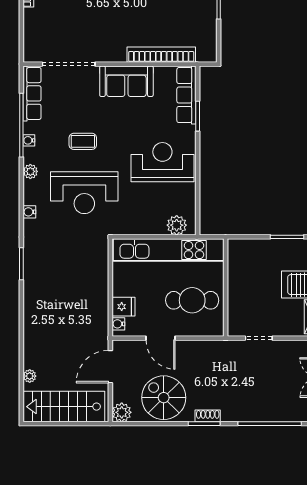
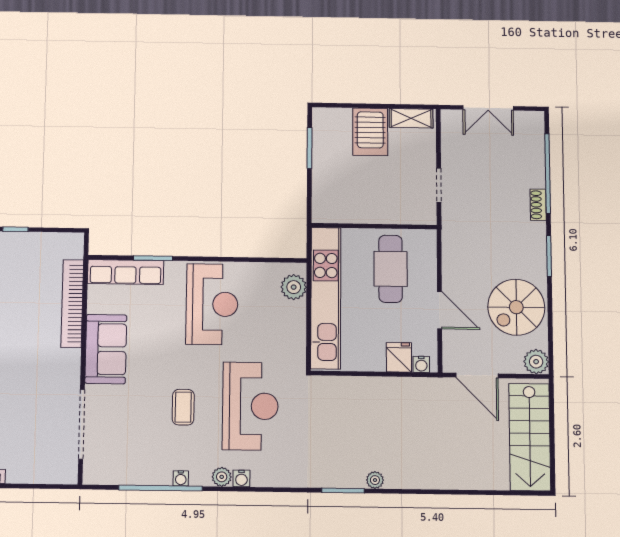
row of seats: (32, 93) -> (119, 473), removed
reception desk: (162, 162) -> (212, 304), turned 180
water cooler: (29, 212) -> (241, 478), moved
door: (161, 338) -> (440, 310), hinge flipped
plant: (30, 376) -> (375, 480), moved
shoe rack: (208, 416) -> (538, 205), moved

